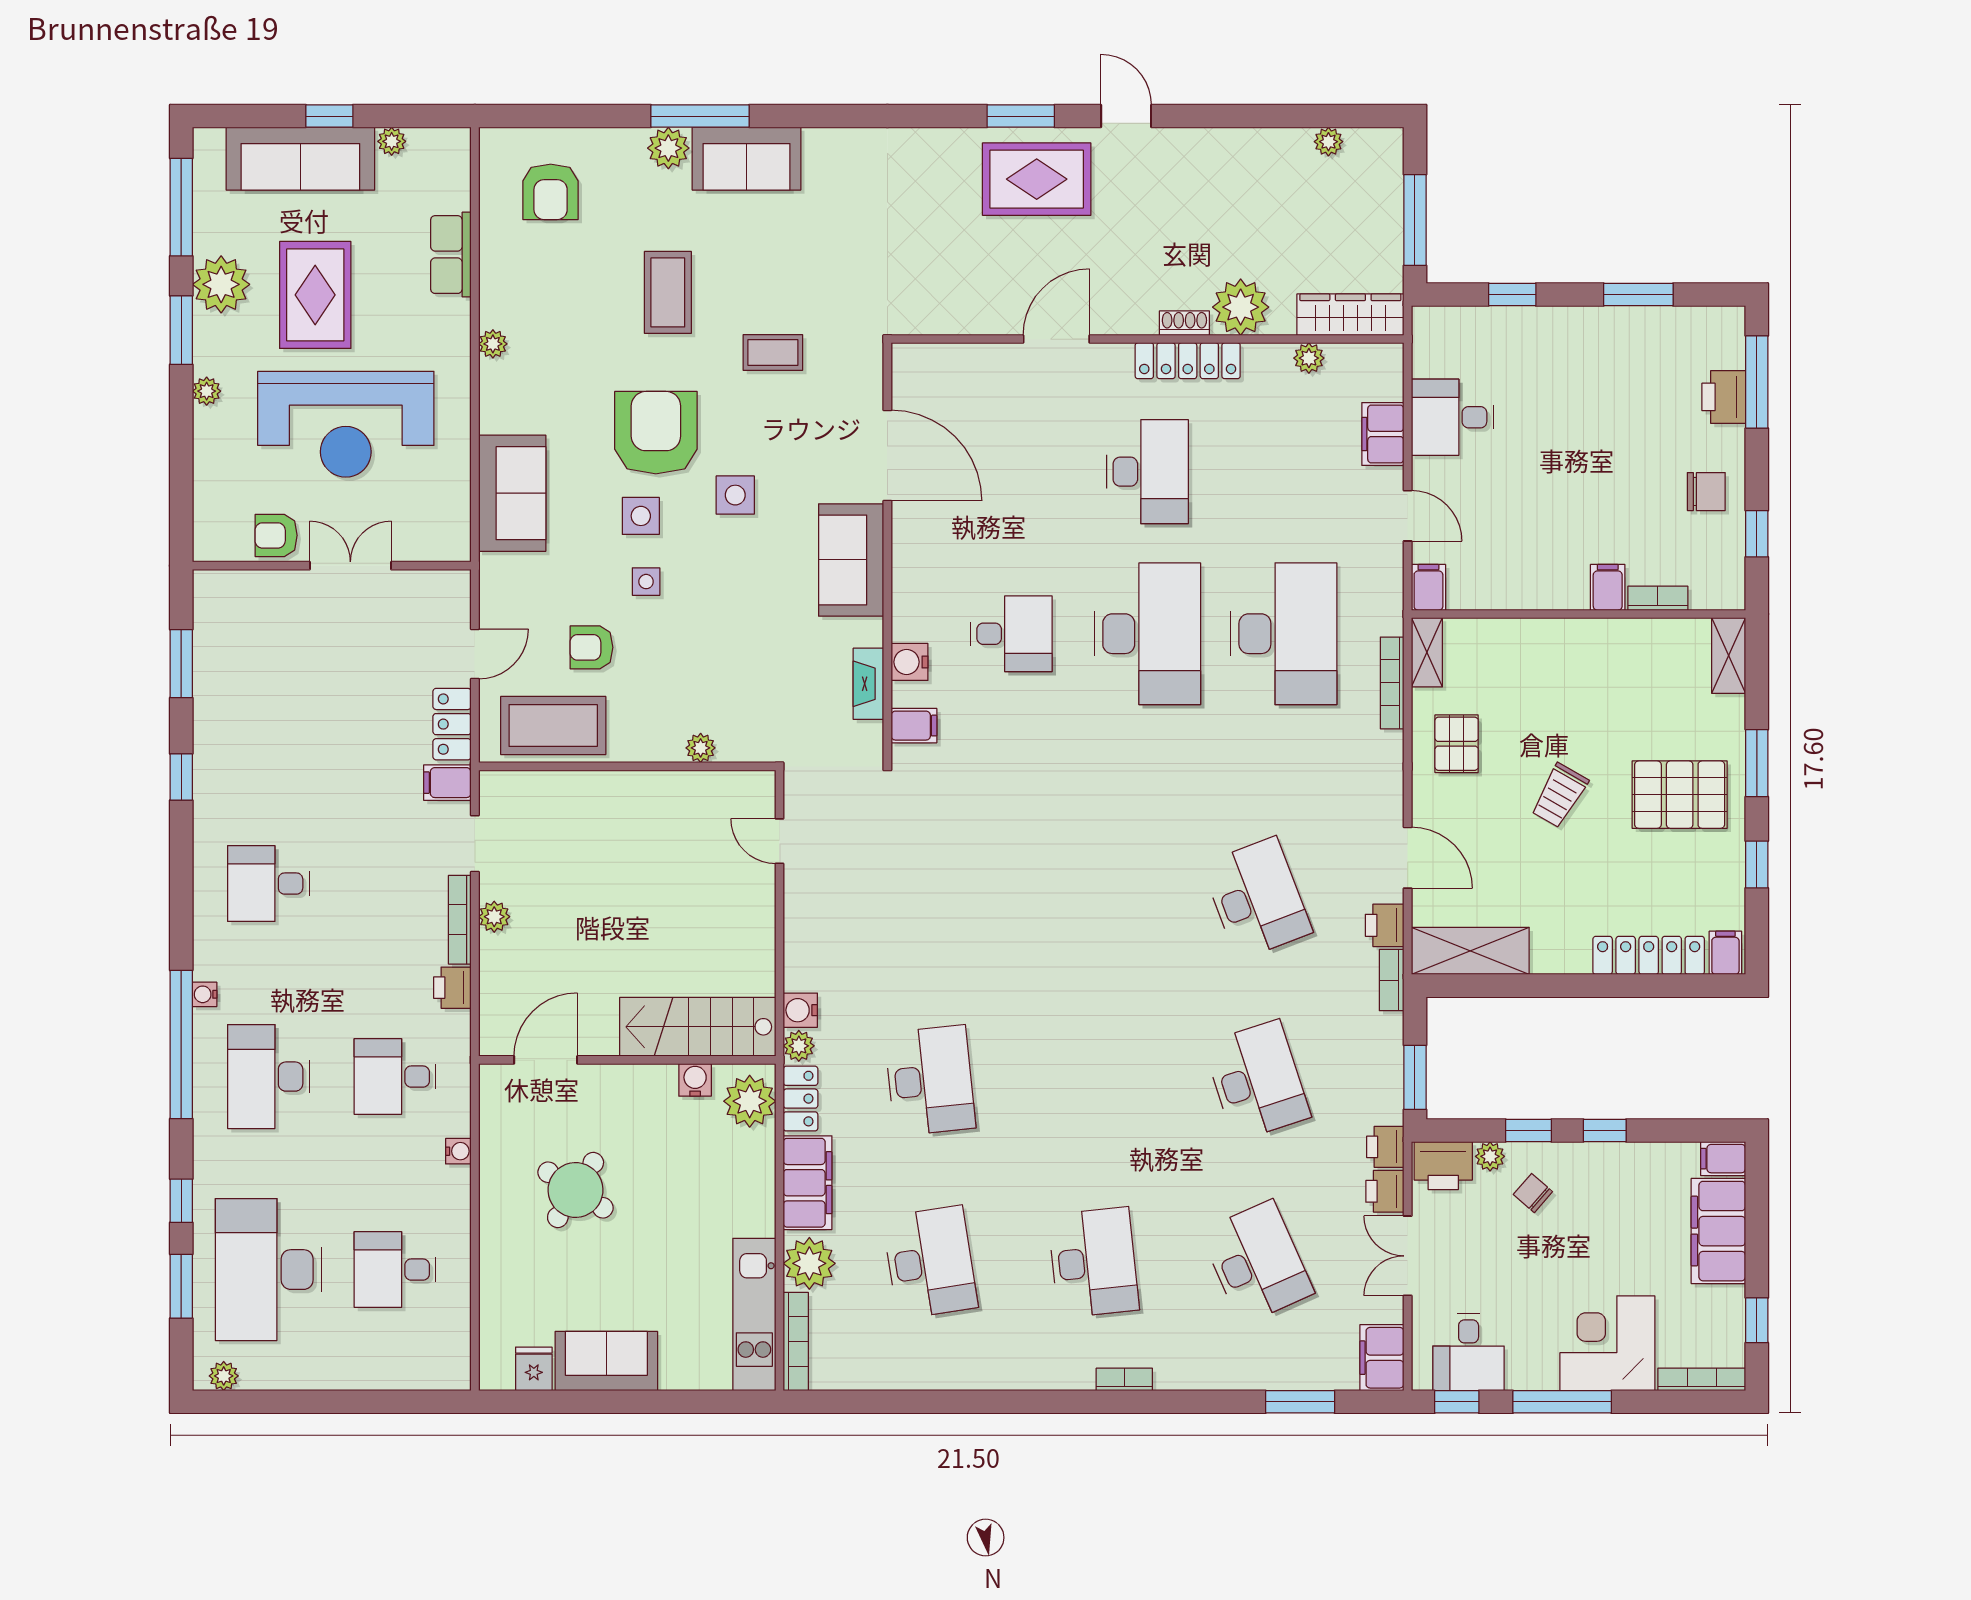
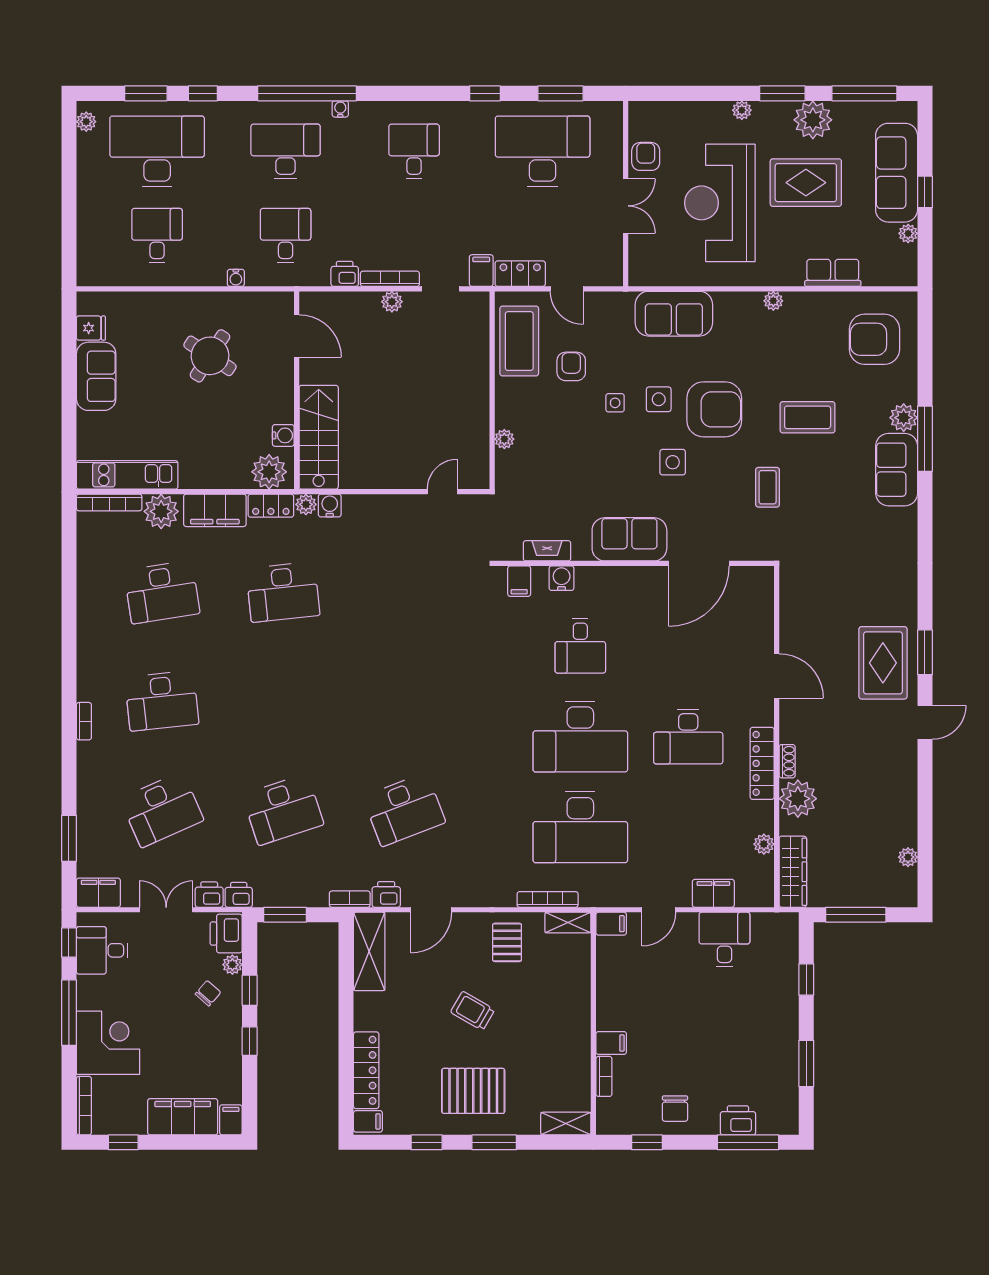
armchair: (551, 192) -> (875, 339), width x1.36, depth x1.36
desk: (268, 691) -> (543, 151), added
pallet: (1457, 744) -> (507, 942), turned 90
pallet: (1680, 795) -> (473, 1091), turned 90

